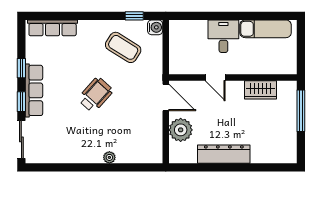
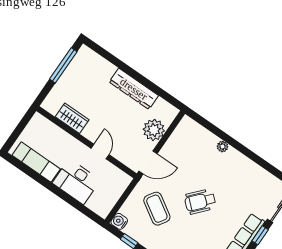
desk: (223, 36) -> (76, 182), width x1.37
coffee table: (123, 47) -> (157, 209), moved
door: (166, 97) -> (148, 162), swing flipped
window: (301, 111) -> (63, 65), moved

